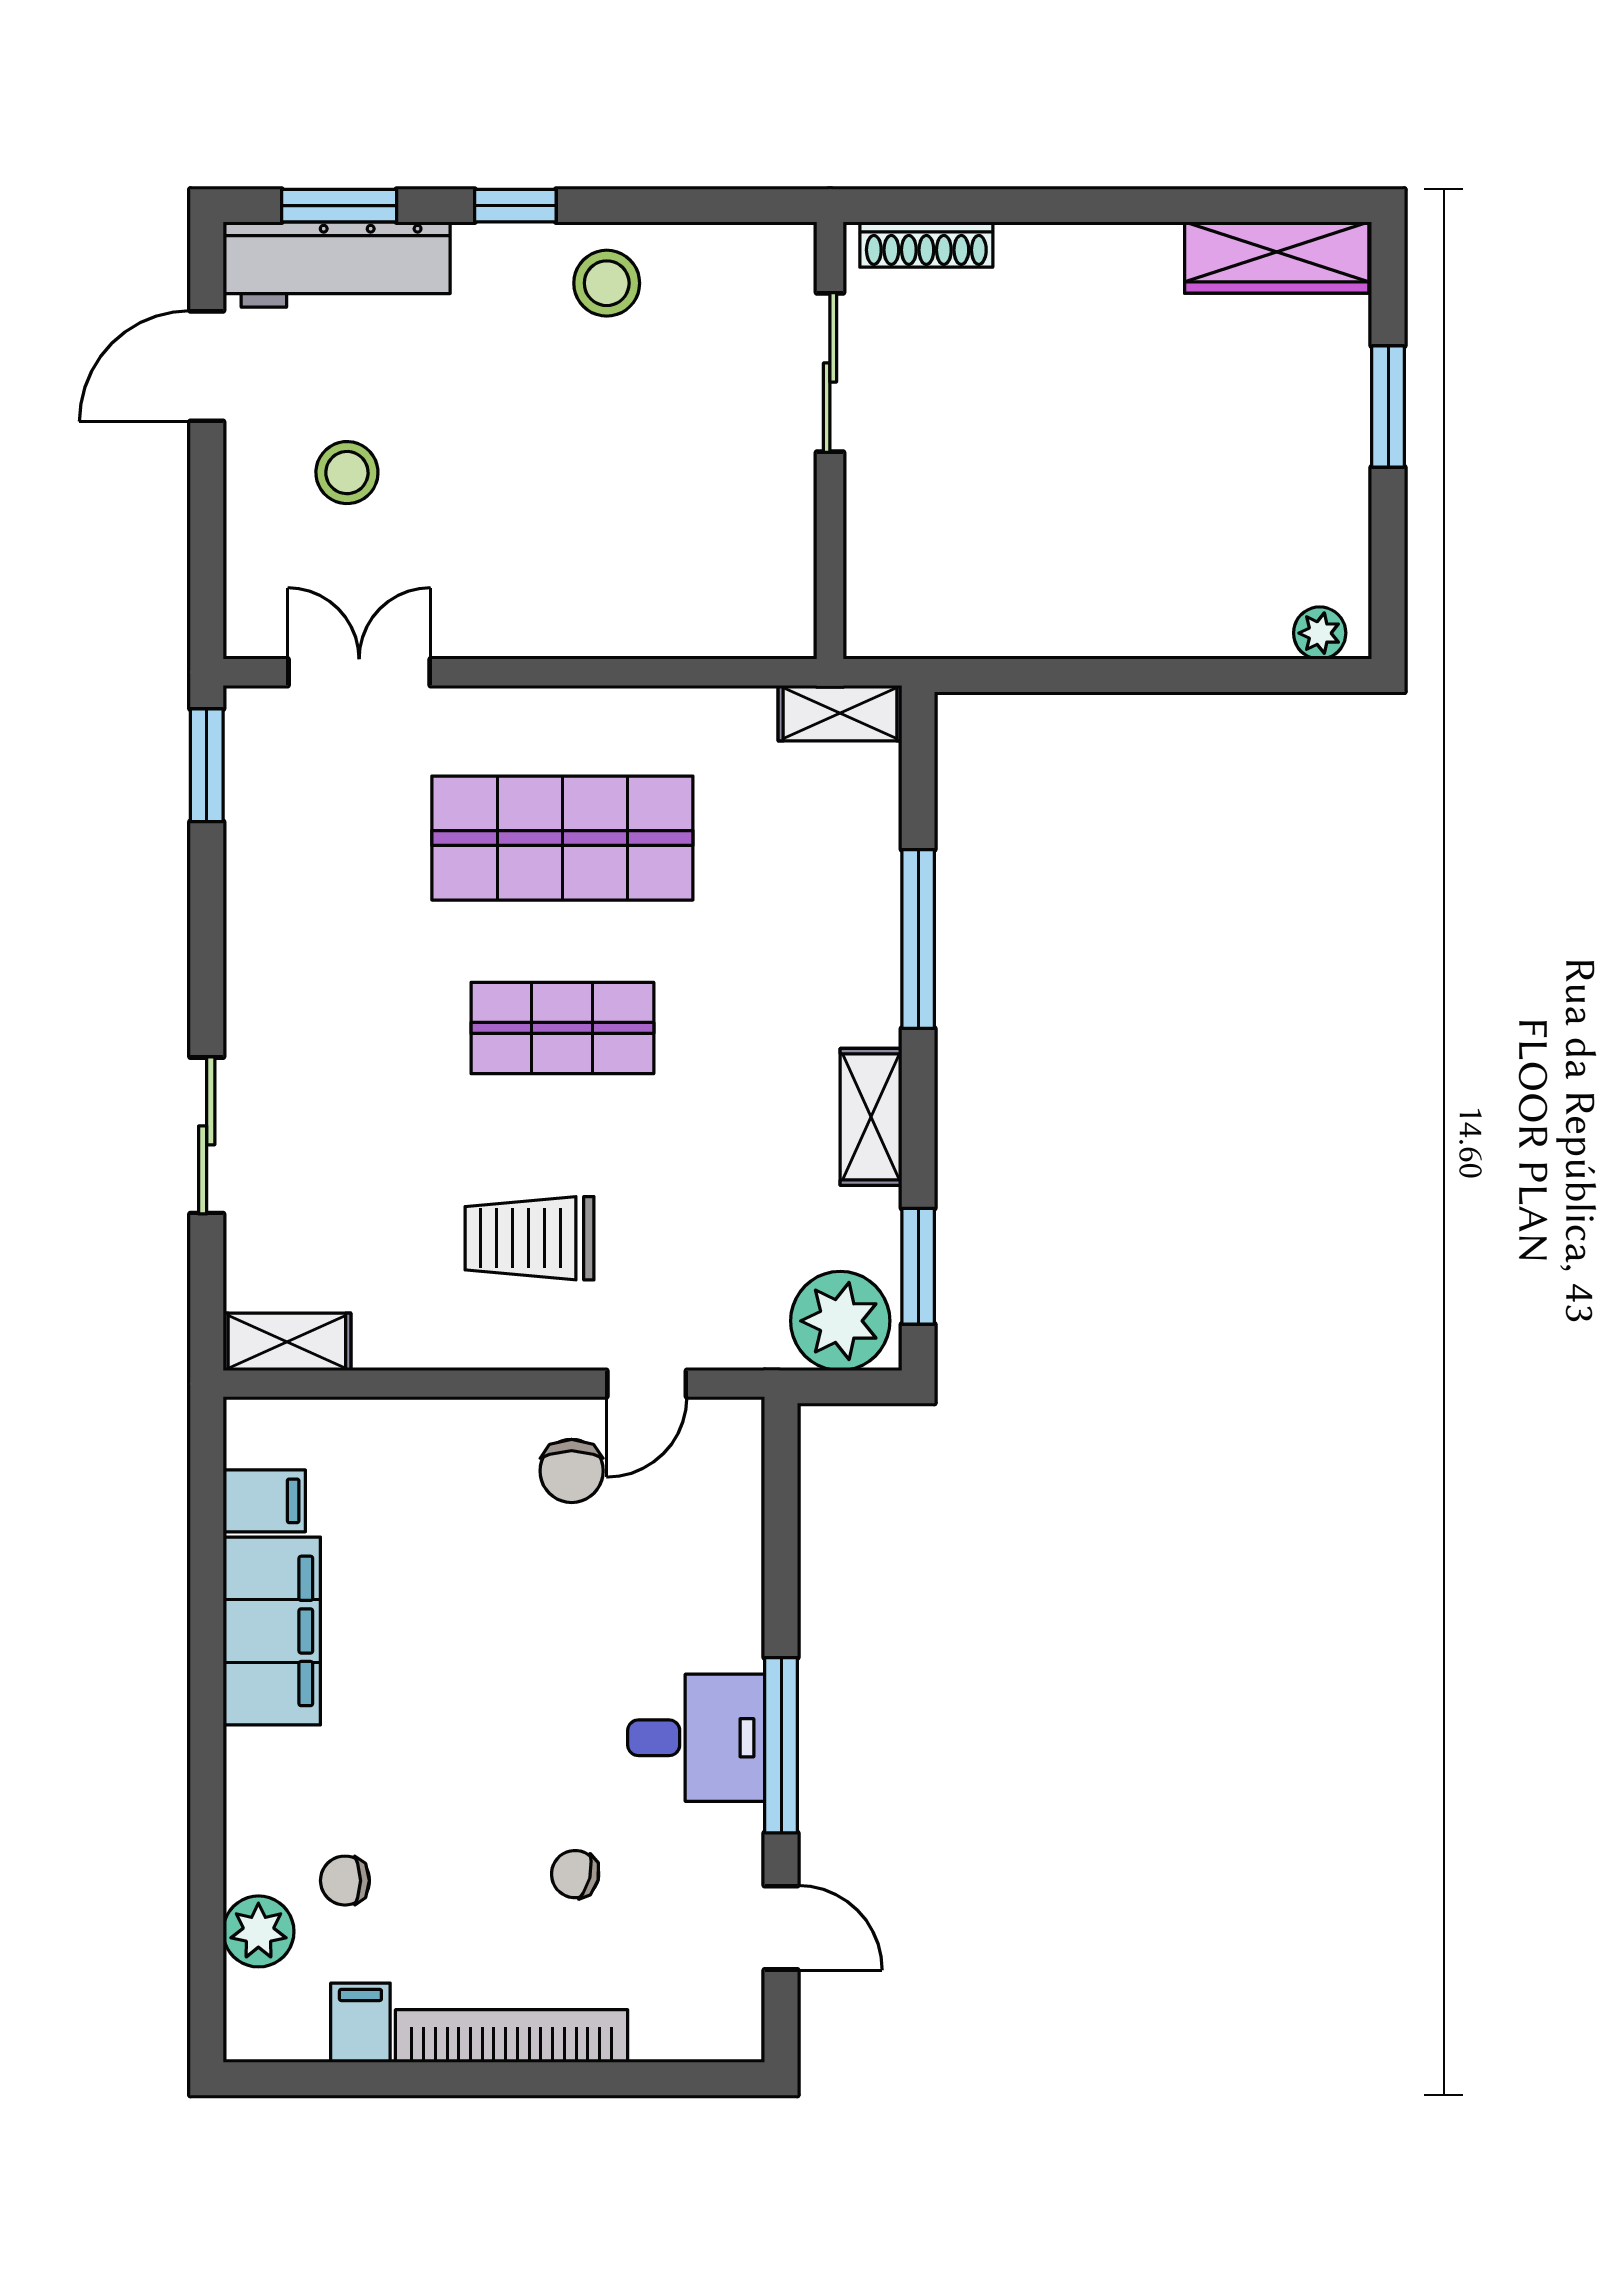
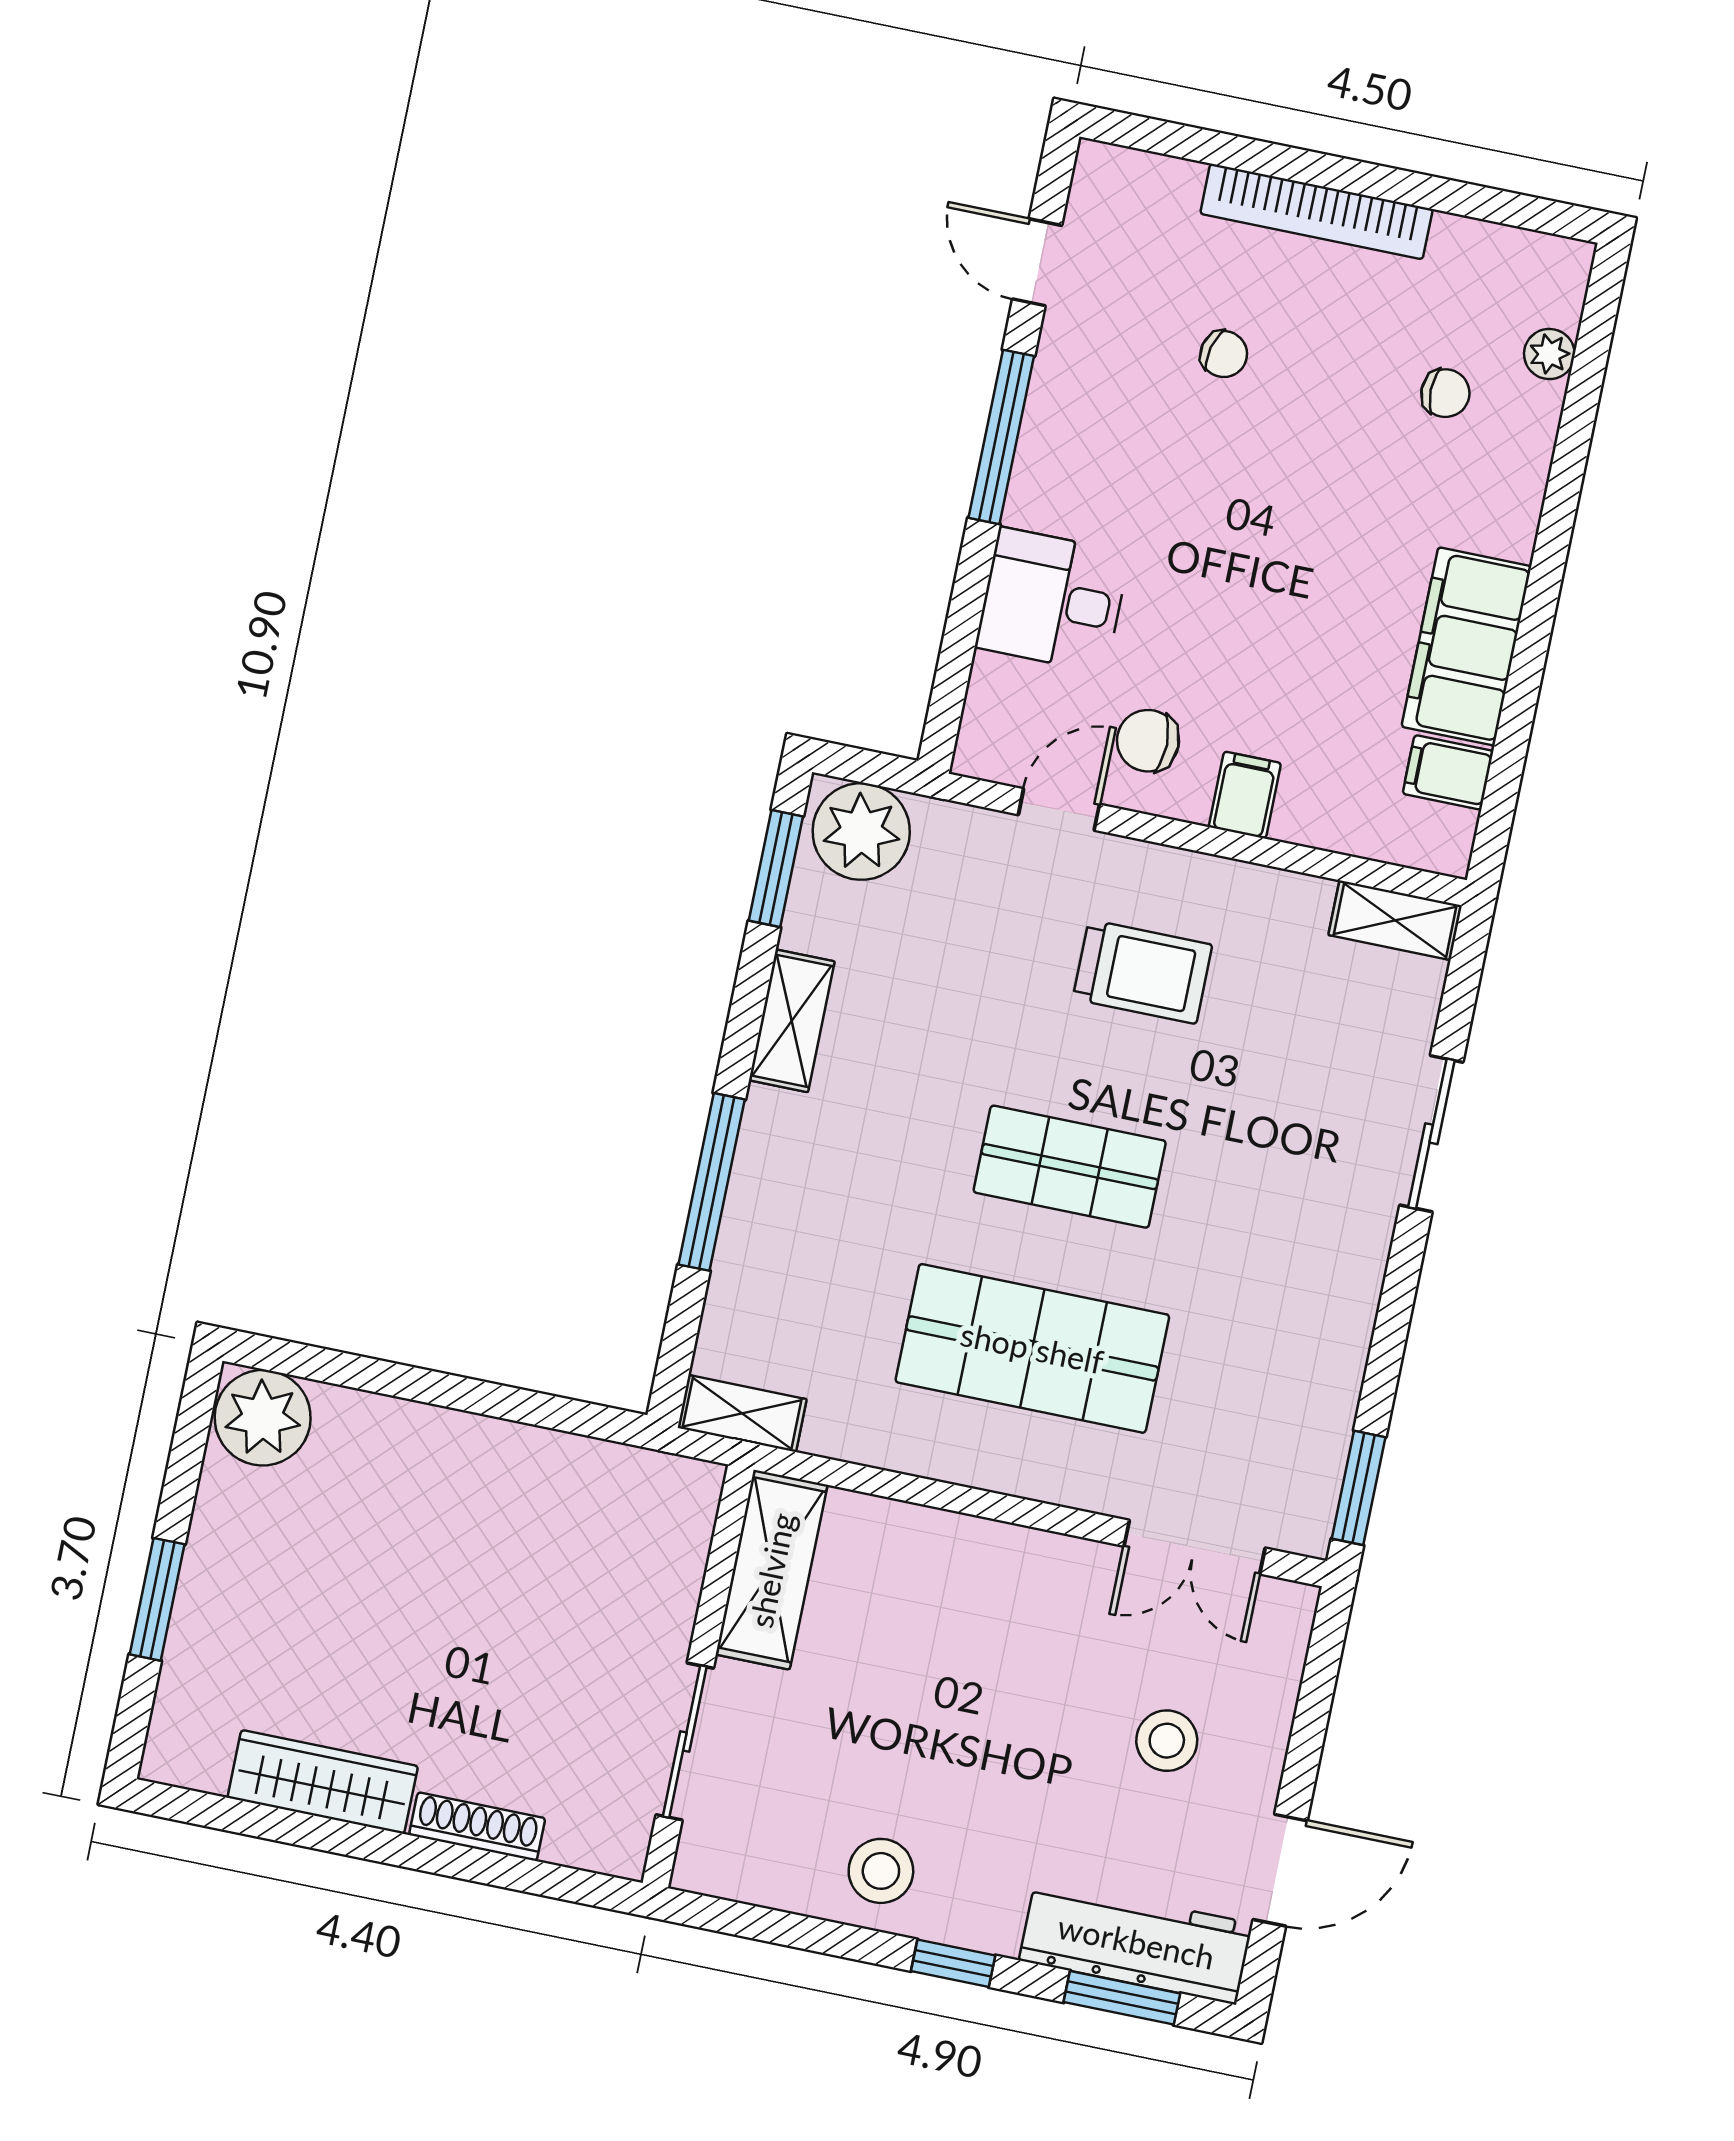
shoe rack: (926, 245) -> (477, 1827), moved
wardrobe: (1277, 258) -> (323, 1782), moved
shelving: (778, 563) -> (772, 1570), added
plant: (1320, 633) -> (263, 1418), width x1.87, depth x1.87
chair: (572, 1471) -> (1148, 741), turned -90
desk: (696, 1738) -> (1052, 600), moved
plant: (258, 1931) -> (1549, 354), width x0.73, depth x0.73
filing cabinet: (360, 2023) -> (1245, 795), moved, turned 180

